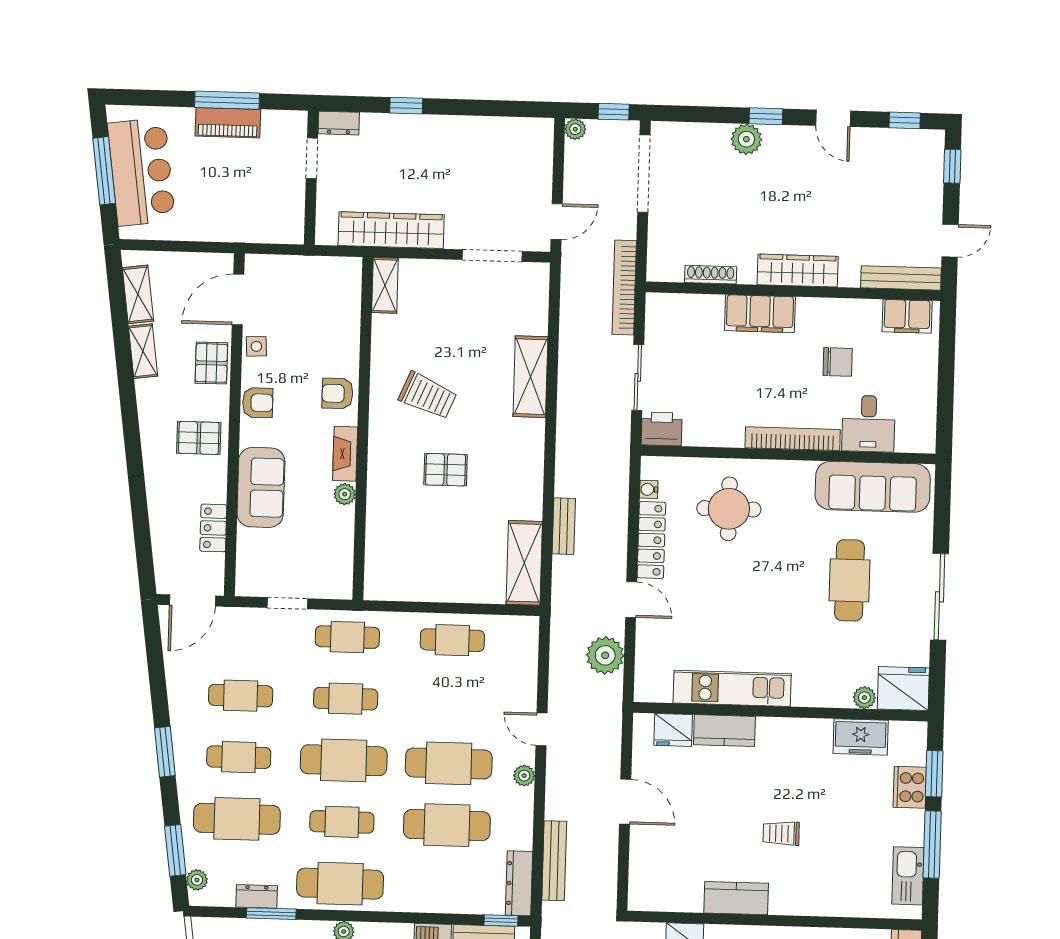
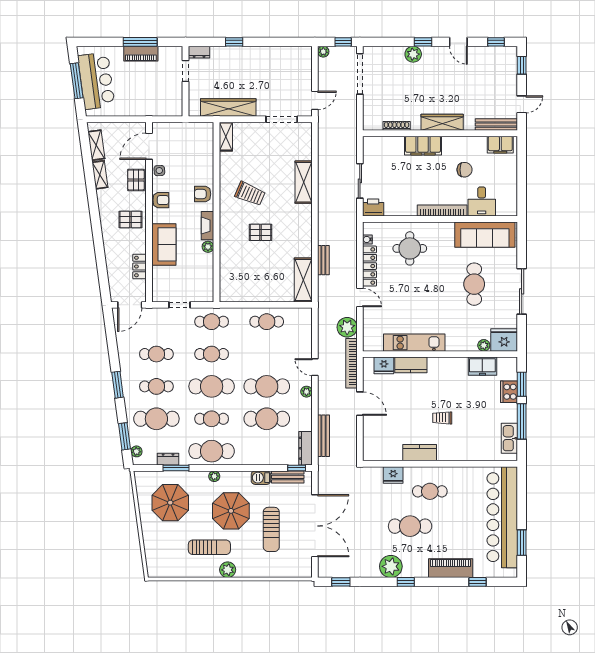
bookcase: (624, 288) -> (351, 363), moved

